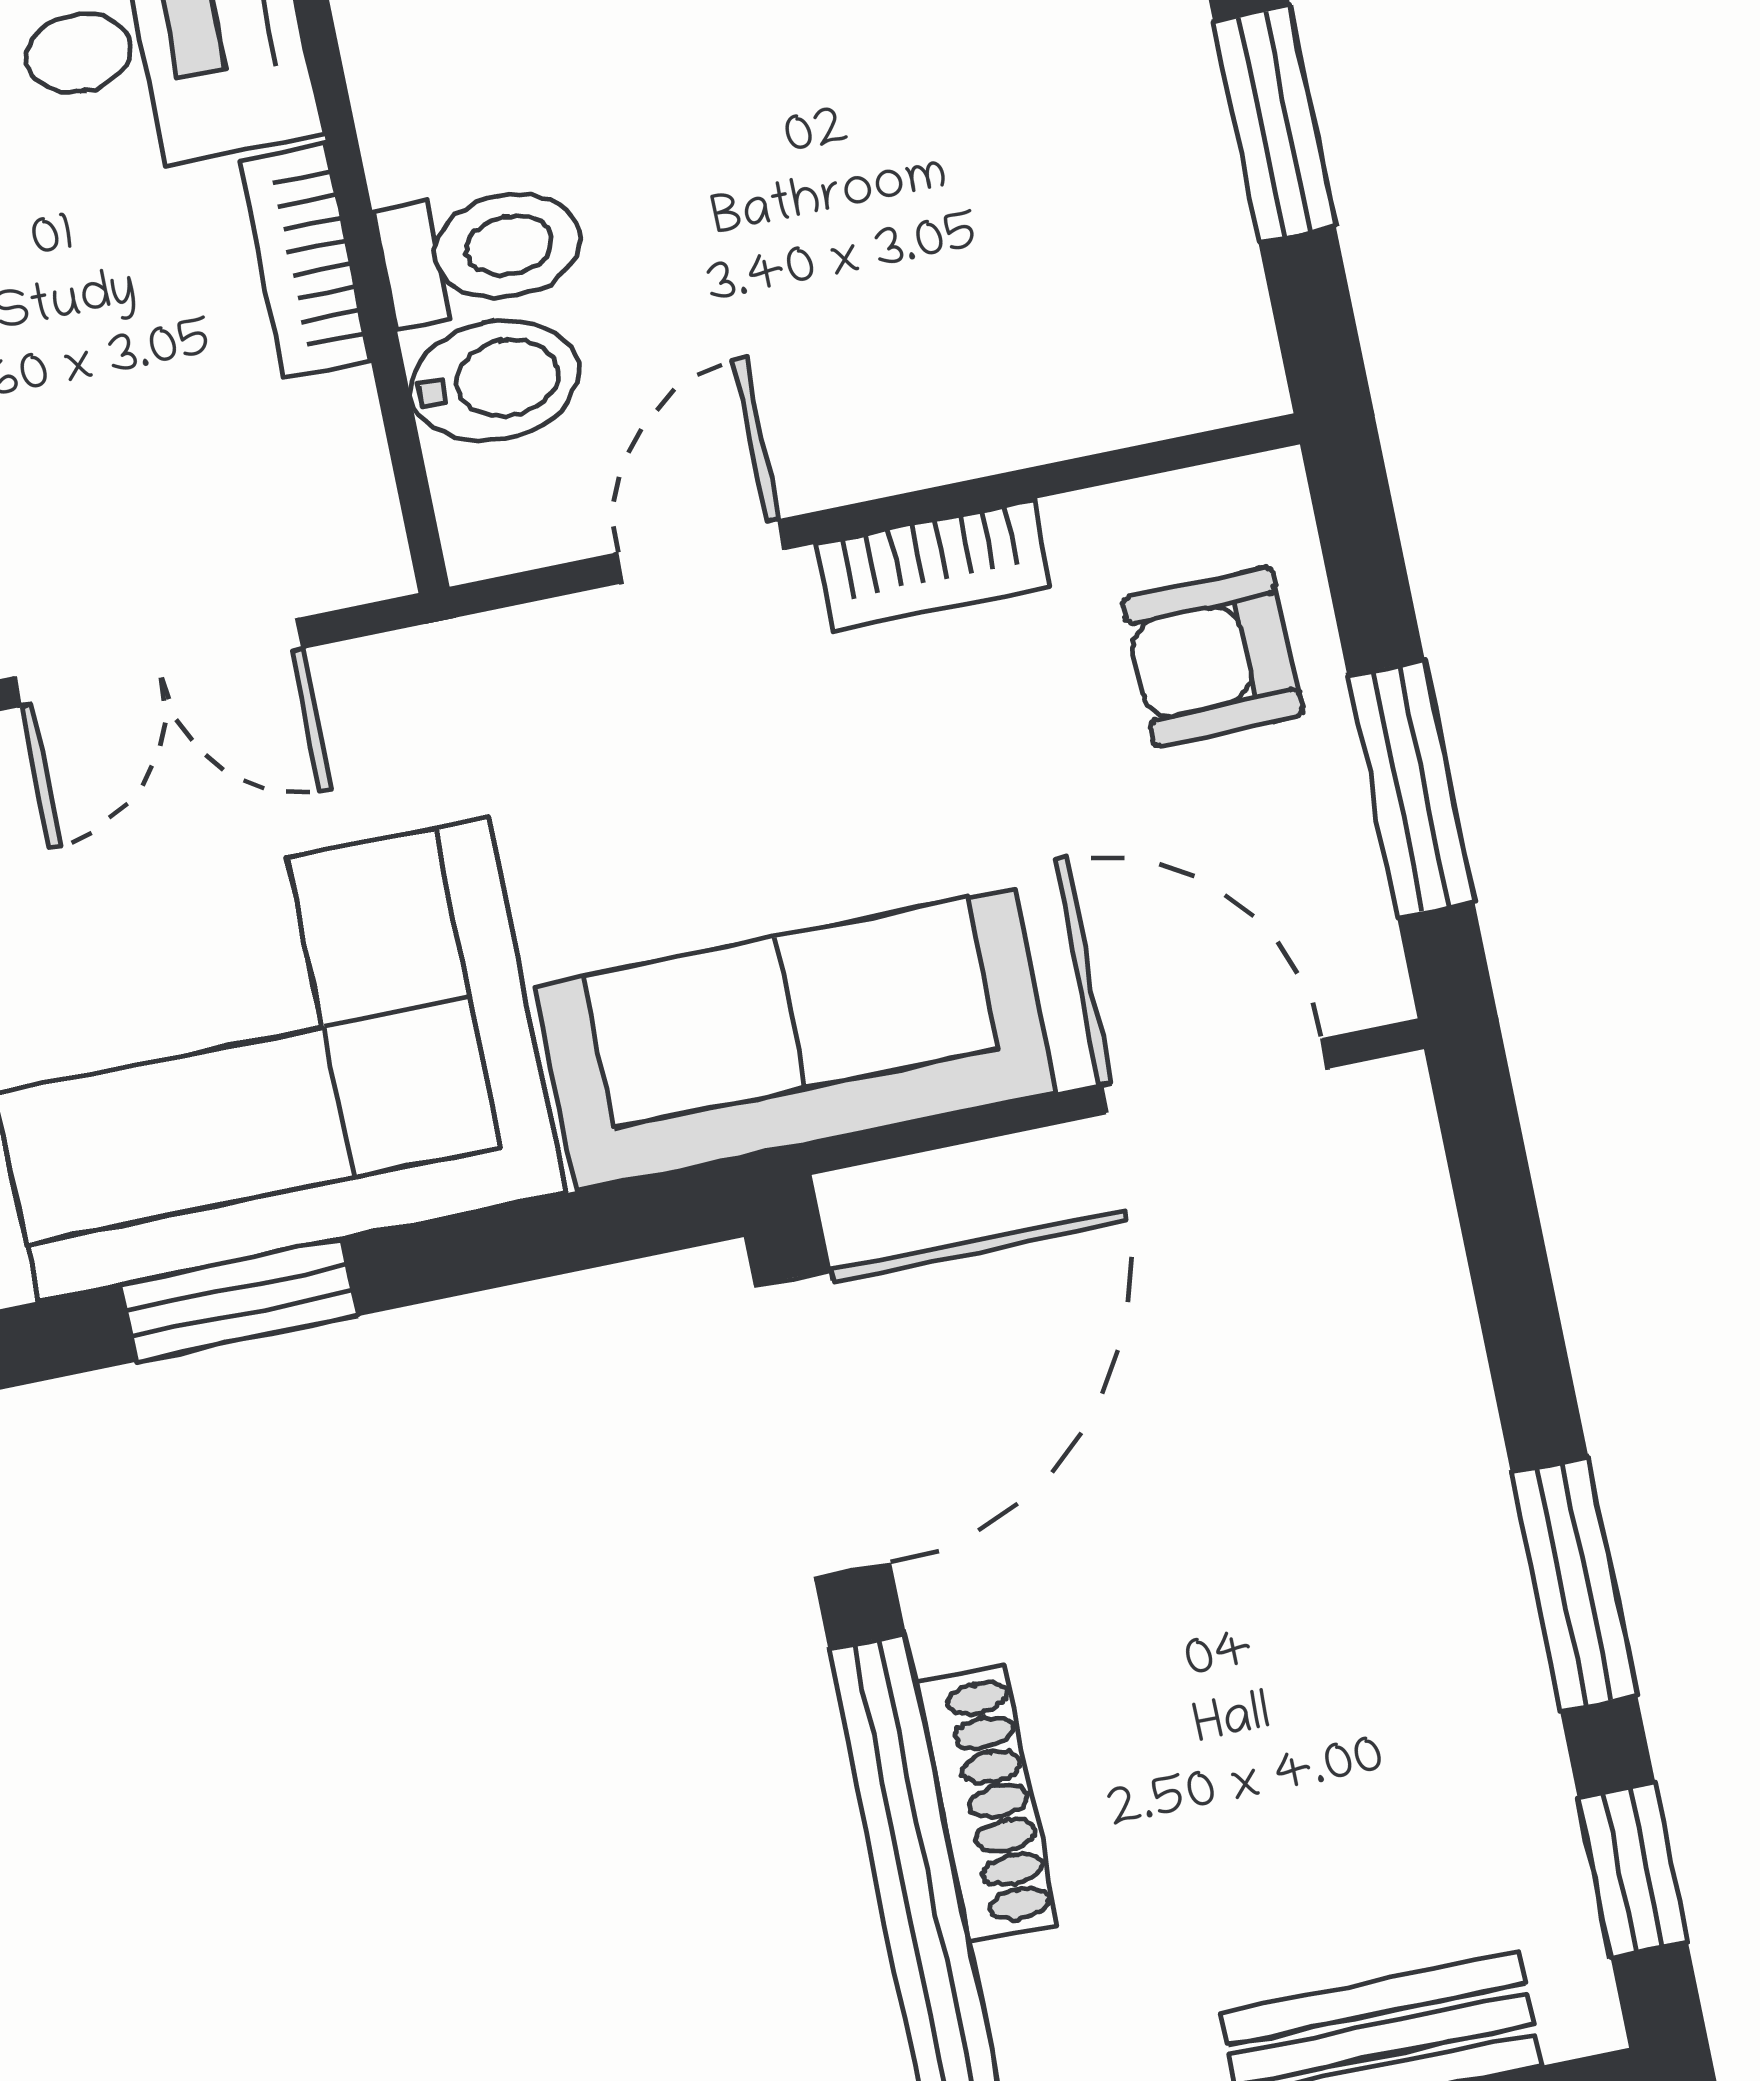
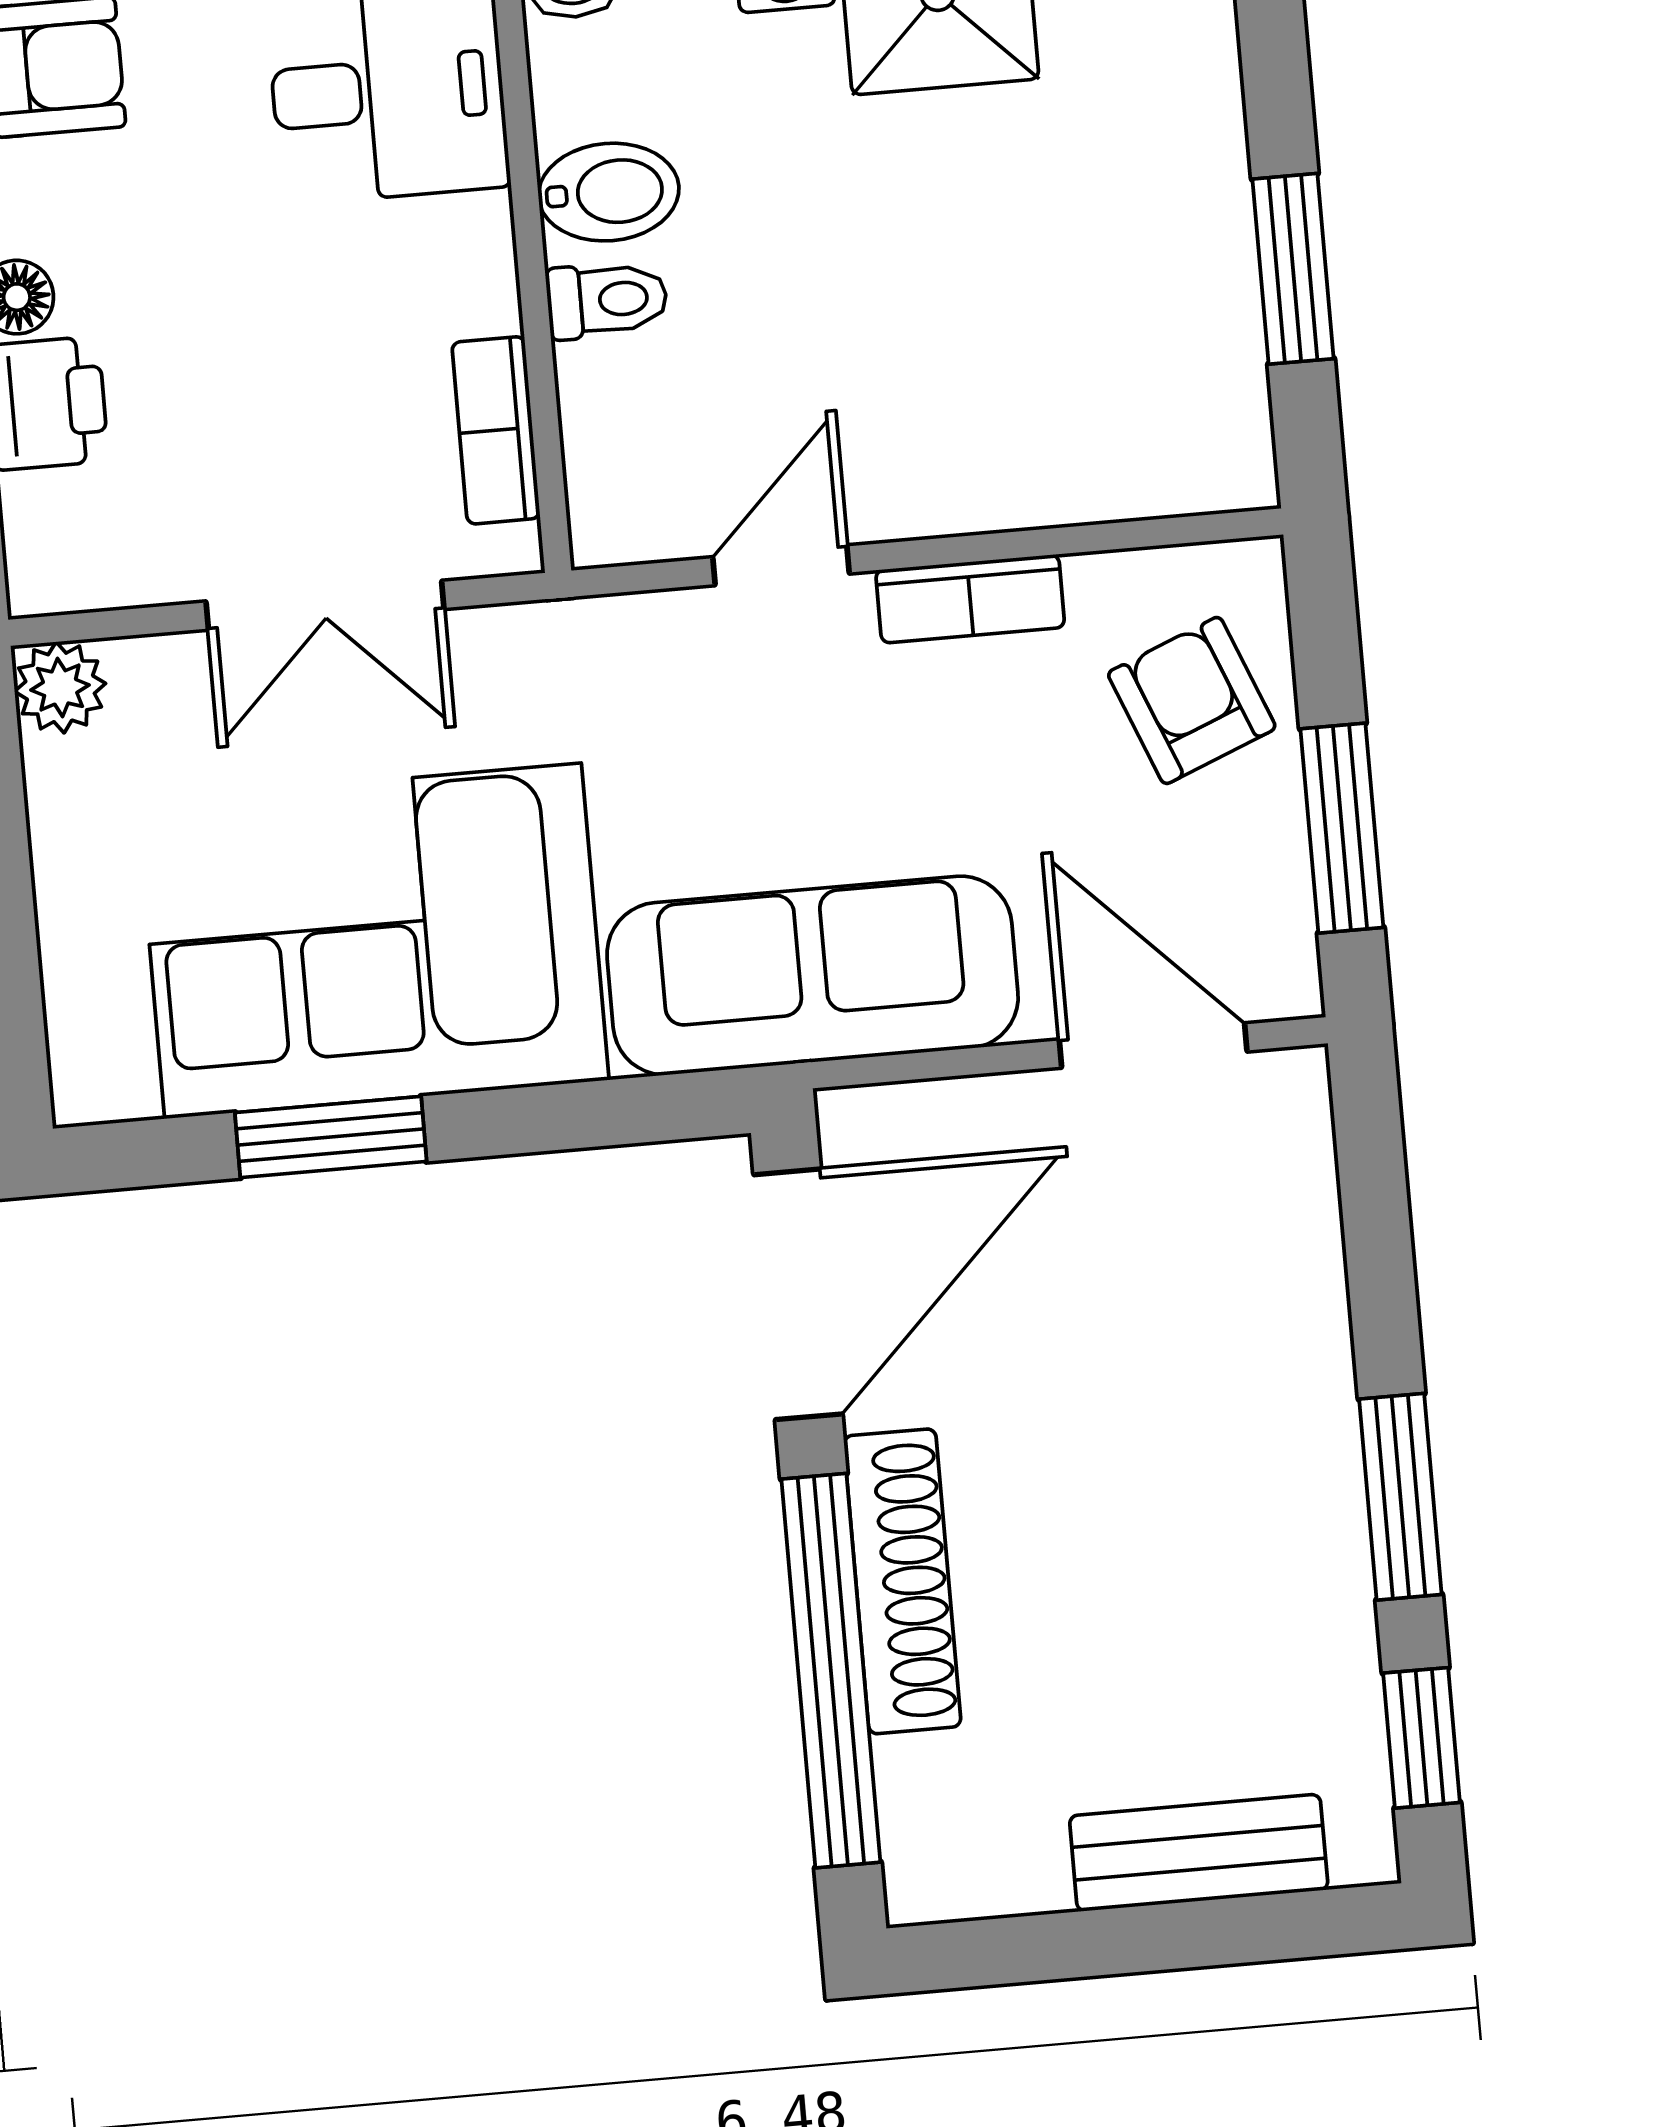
toilet: (482, 251) -> (607, 300), width x0.73, depth x0.72
bookcase: (305, 261) -> (496, 430), moved
bidet: (494, 381) -> (609, 192), moved
armchair: (1213, 656) -> (1192, 700), turned 69
shoe rack: (987, 1804) -> (902, 1581), width x1.36, depth x1.24

